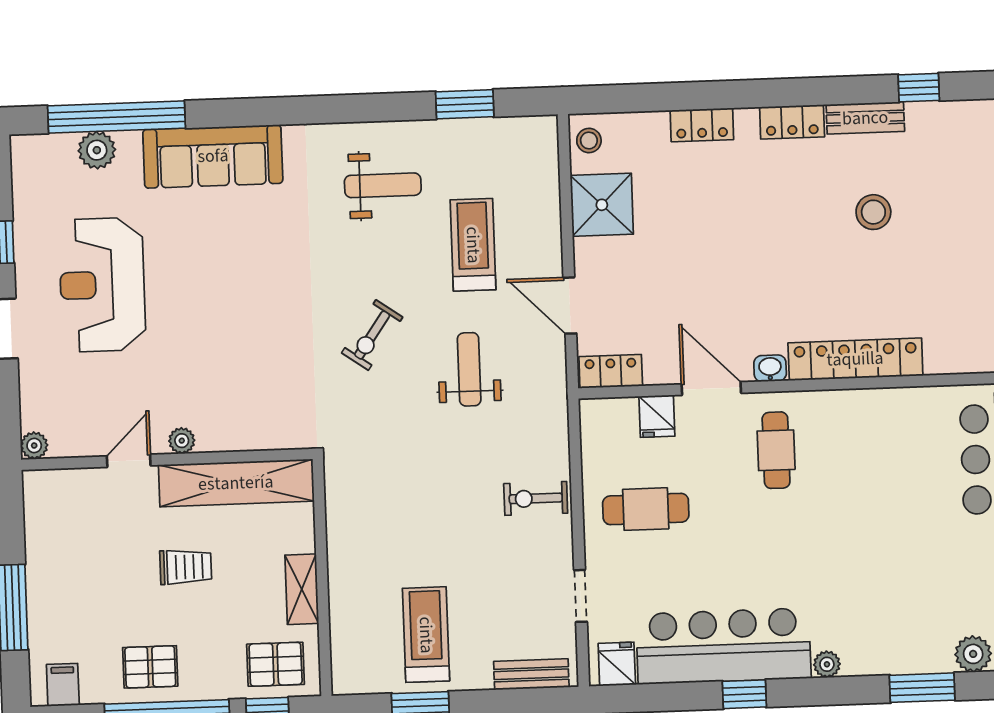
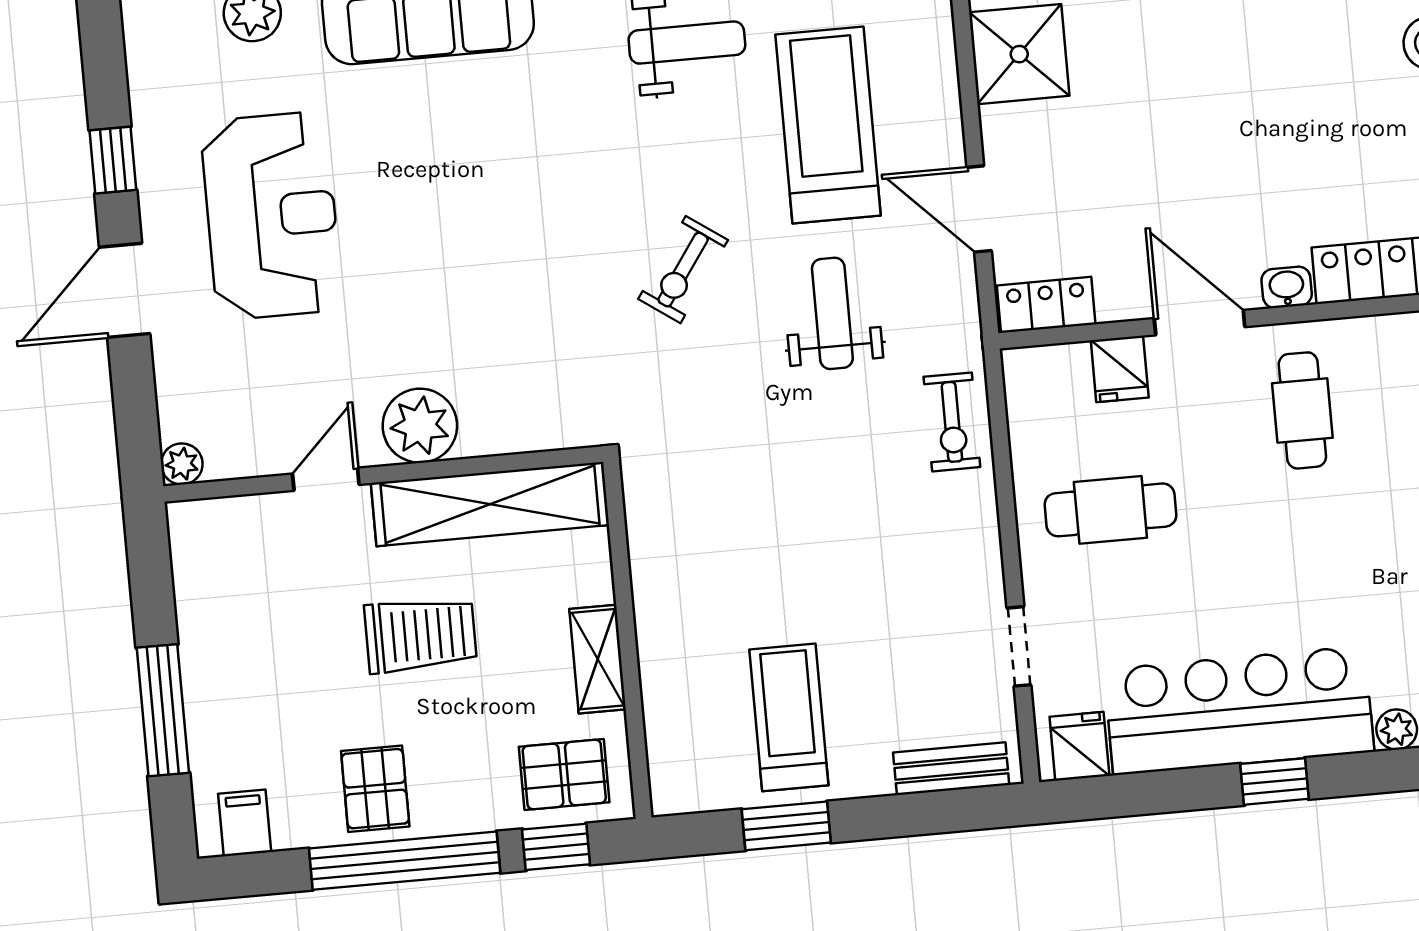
treadmill: (473, 245) -> (828, 125), width x1.37, depth x1.38
reception desk: (102, 285) -> (271, 216), turned 180
plant: (182, 441) -> (420, 426), width x1.88, depth x1.88
exercise bike: (536, 498) -> (952, 422), moved, turned -90
trolley: (186, 567) -> (421, 635), width x1.36, depth x1.39
pallet: (150, 667) -> (375, 789), turned 90

